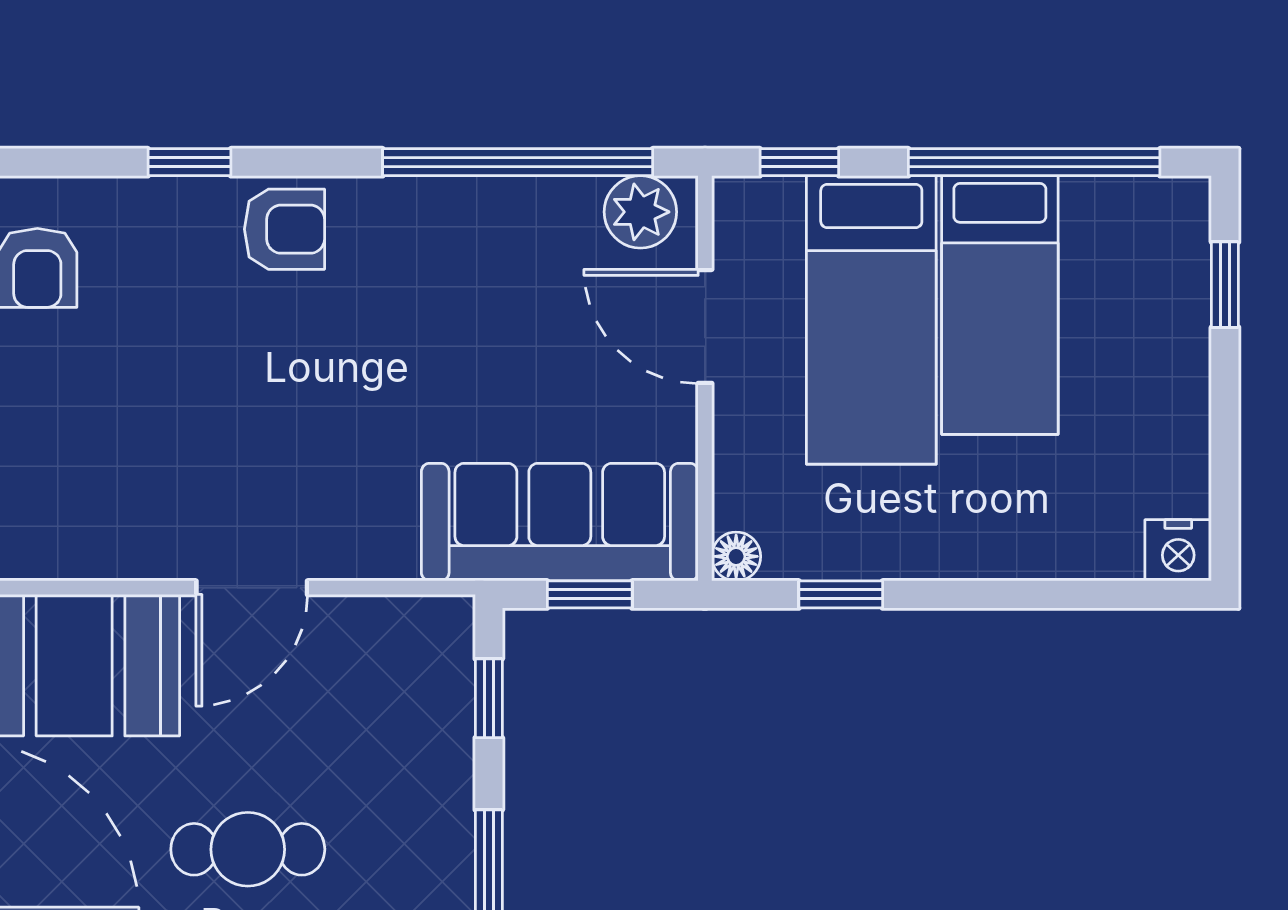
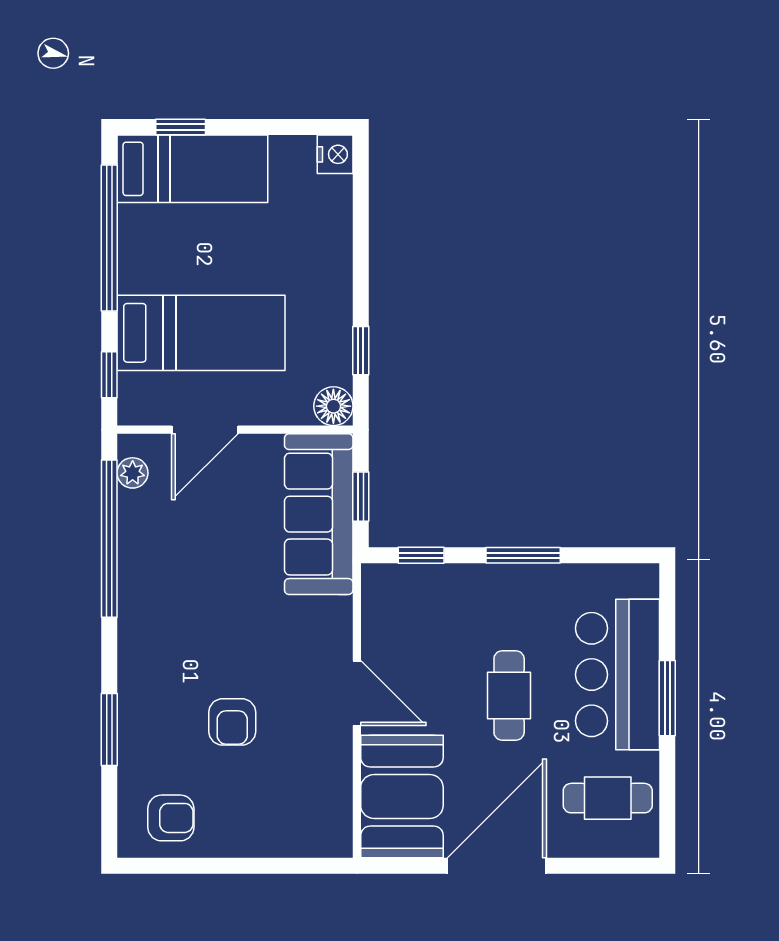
window: (189, 162) -> (109, 729), width x1.50
plant: (640, 212) -> (133, 473), width x0.73, depth x0.73
armchair: (284, 229) -> (232, 722), moved, turned 180
bed: (1000, 305) -> (192, 169), moved
floor lamp: (736, 556) -> (333, 406), width x1.37, depth x1.37

